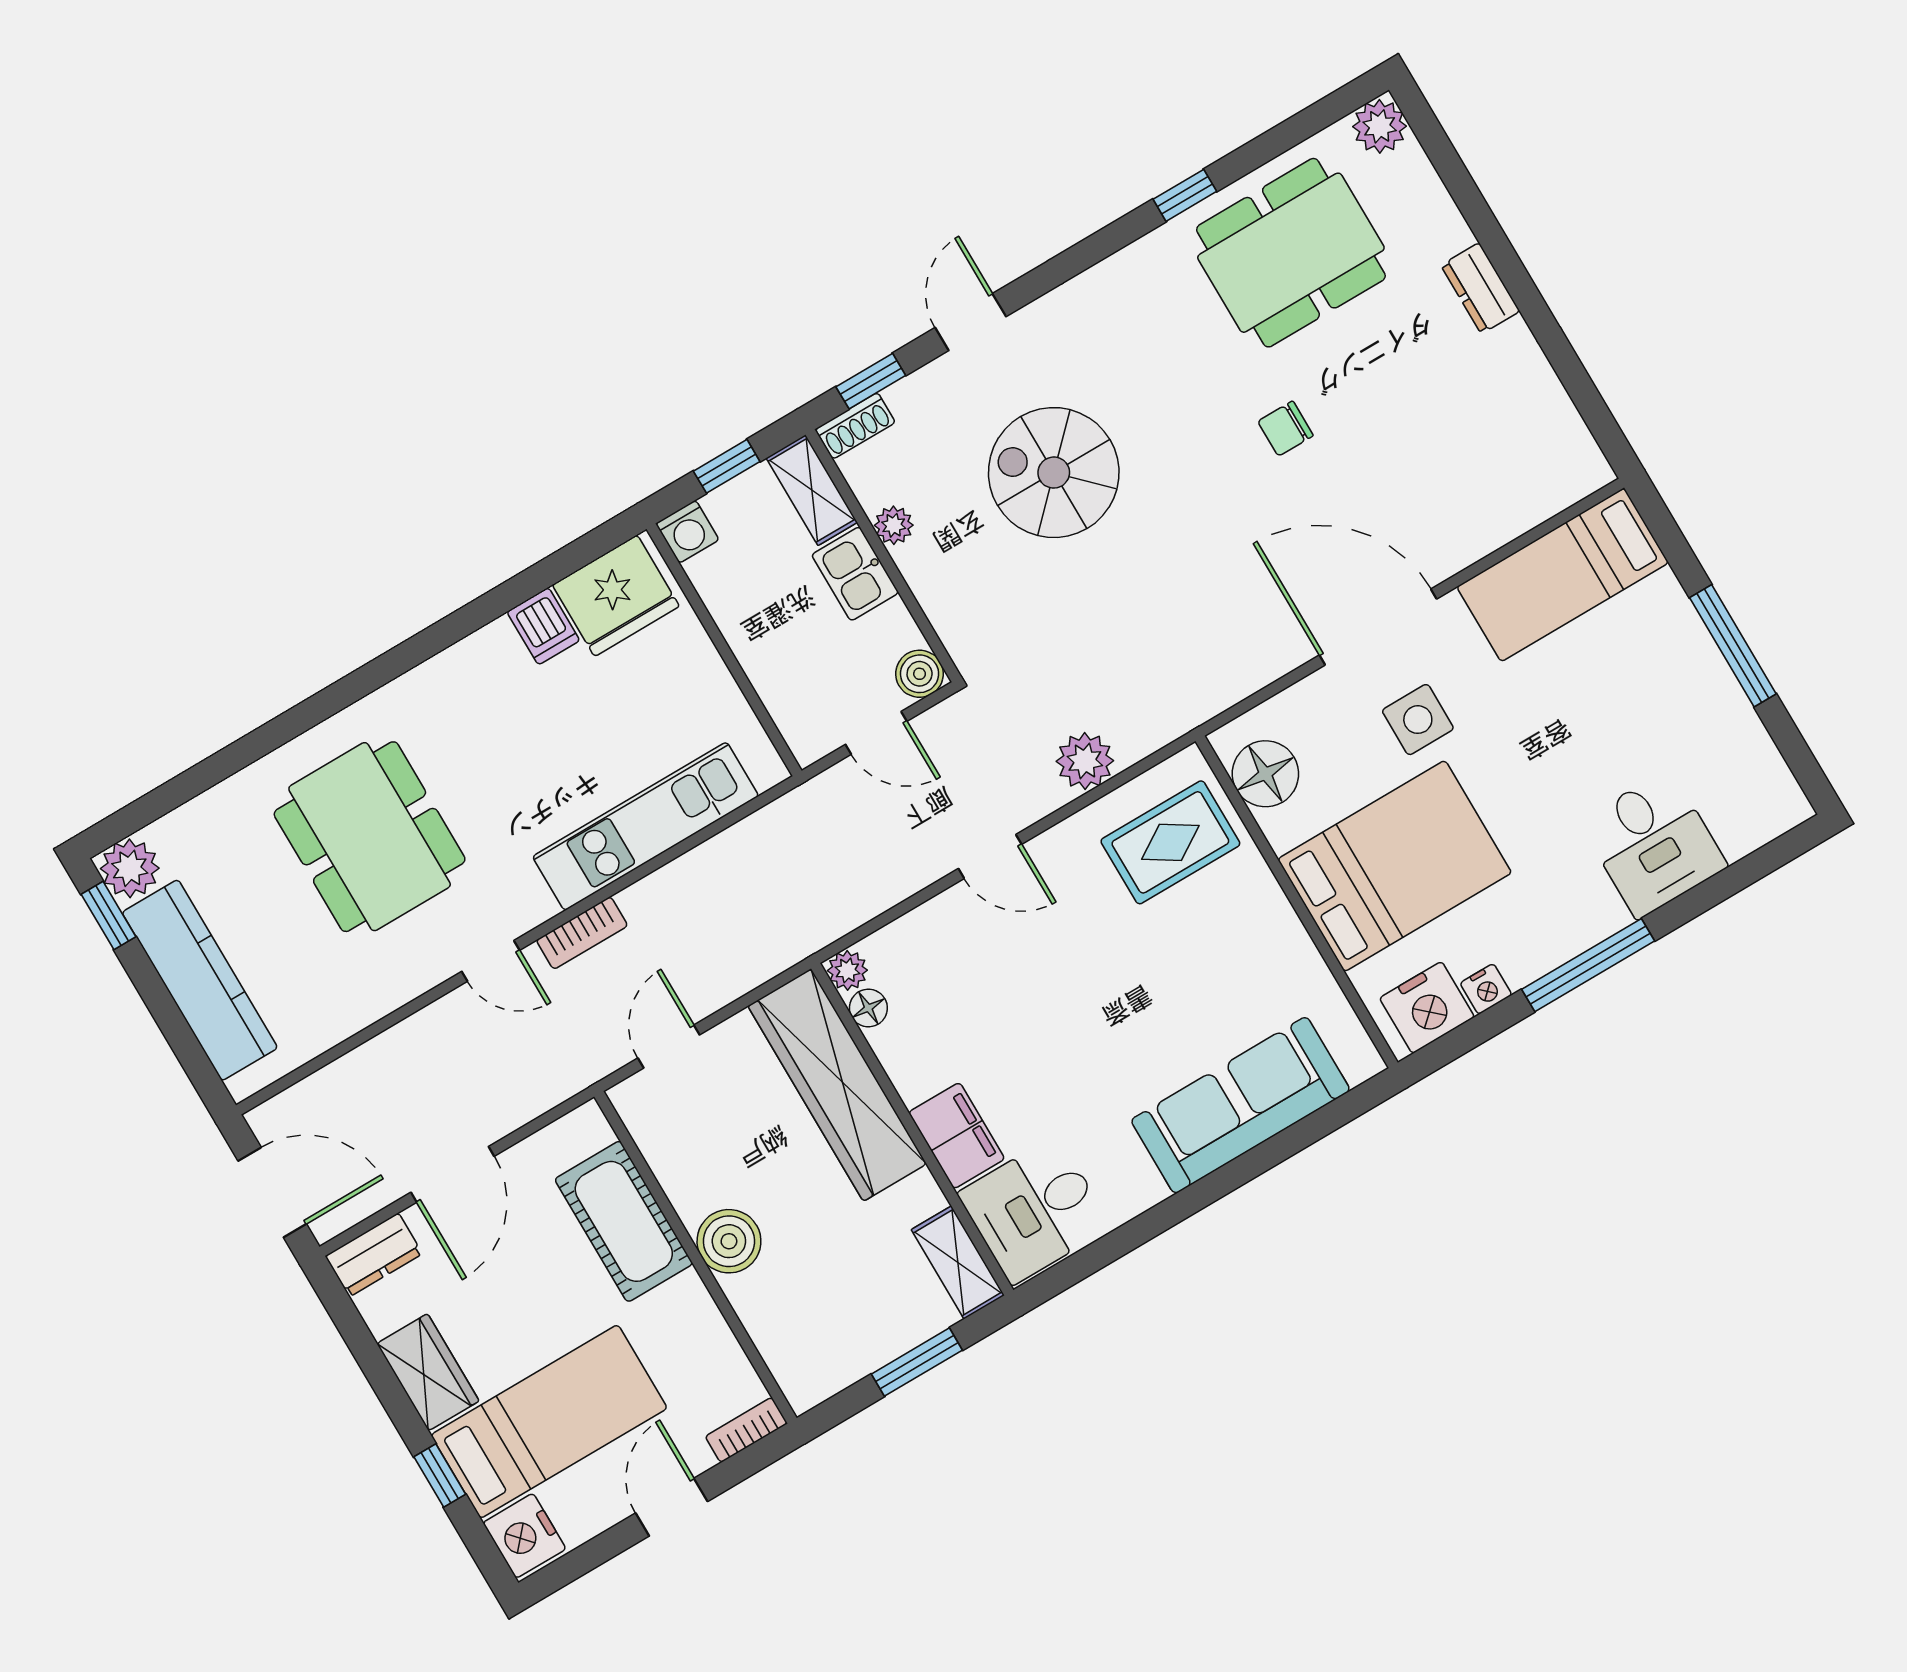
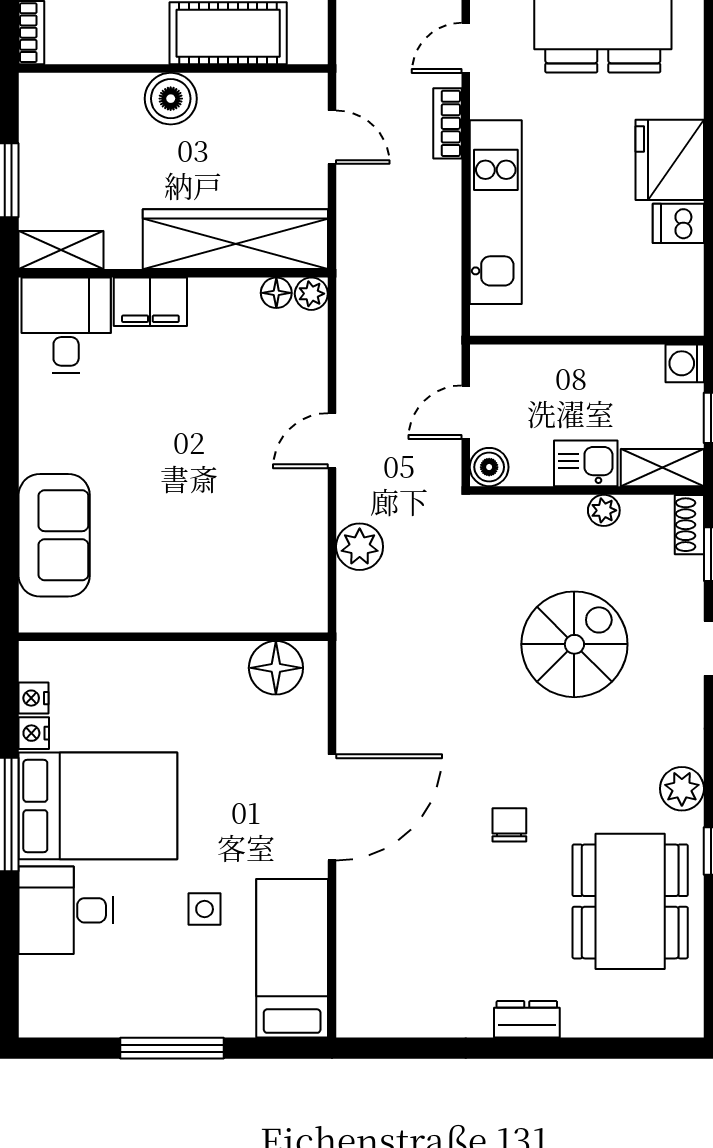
plant: (1380, 126) -> (682, 789), moved
fridge: (616, 596) -> (670, 160), moved
side table: (1418, 720) -> (205, 909), moved, width x0.73, depth x0.73
rug: (1170, 842) -> (267, 573), removed
bed: (1395, 866) -> (98, 806), moved, turned -90
nightstand: (1427, 1008) -> (34, 698), width x0.53, depth x0.56
sofa: (1240, 1105) -> (54, 535), width x0.73

